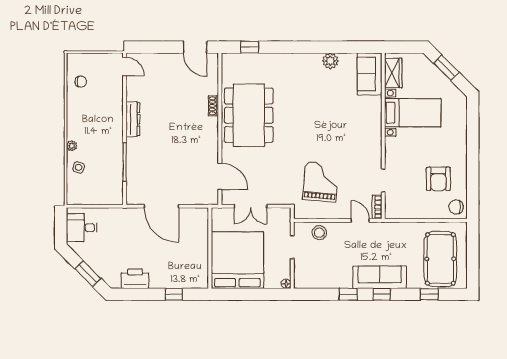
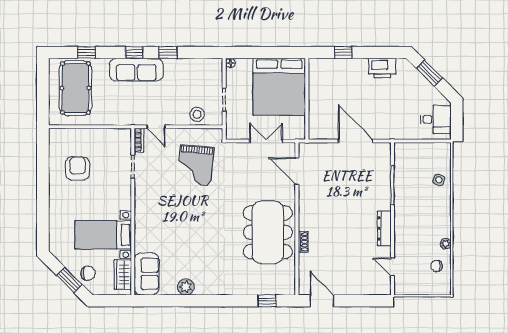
door: (125, 67) -> (393, 267), moved
plant: (72, 146) -> (446, 244), moved
chair: (456, 207) -> (88, 273), moved

